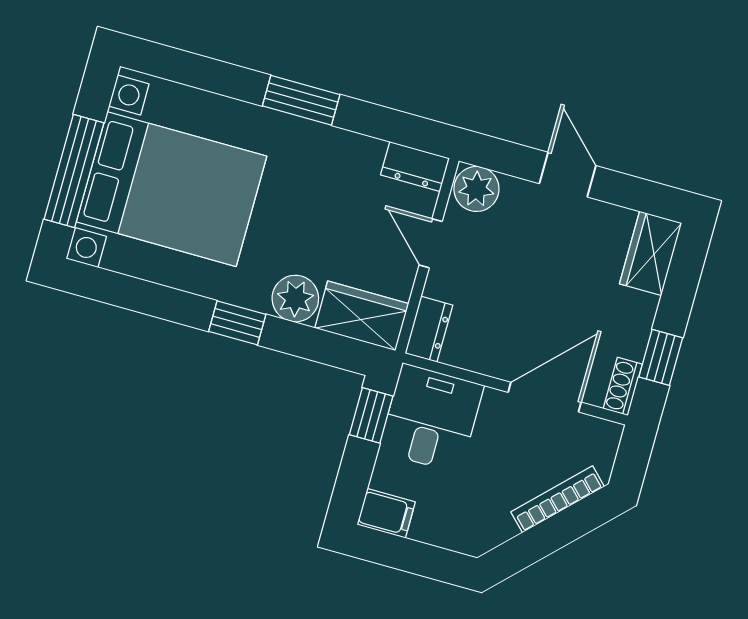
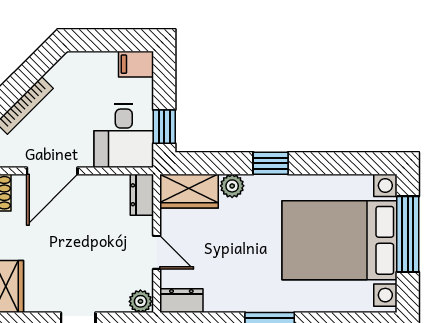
plant: (476, 189) -> (140, 301), width x0.73, depth x0.73
plant: (295, 299) -> (232, 186), width x0.73, depth x0.73

